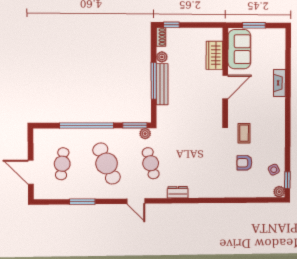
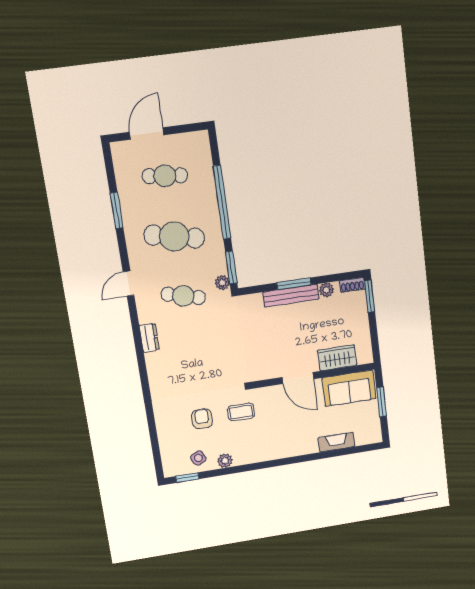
window: (171, 25) -> (370, 296), width x1.50
window: (154, 81) -> (294, 284), width x0.69
fireplace: (279, 83) -> (336, 442), moved
cafe table: (107, 163) -> (174, 237), turned 36
cafe table: (151, 163) -> (183, 296), turned 30
plant: (279, 192) -> (225, 461), moved

